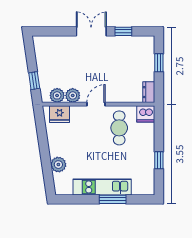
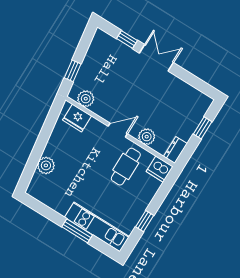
window: (123, 31) -> (127, 39), moved
plant: (73, 95) -> (147, 137), moved
kitchen unit: (102, 187) -> (97, 227), moved

